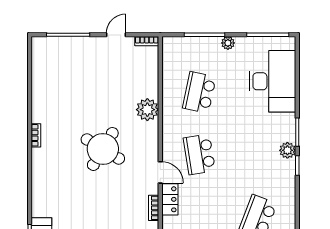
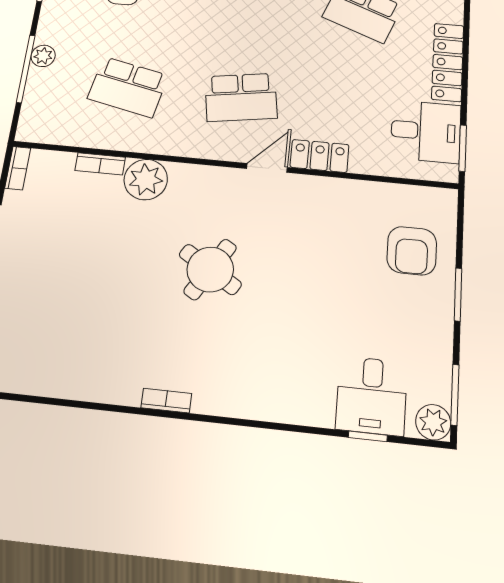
plant: (228, 43) -> (43, 56), moved
round table: (103, 149) -> (210, 269), width x0.73, depth x0.73
bookcase: (154, 208) -> (100, 164), moved

